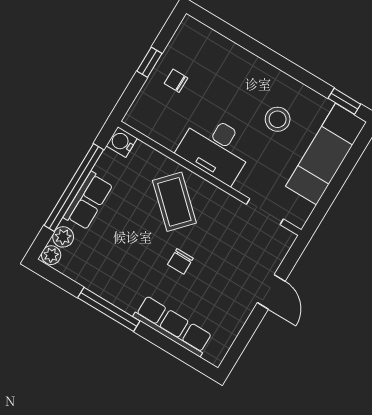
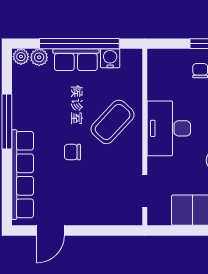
water cooler: (122, 142) -> (110, 58), moved
door: (271, 292) -> (50, 230), moved
row of seats: (173, 326) -> (23, 175), width x1.36

